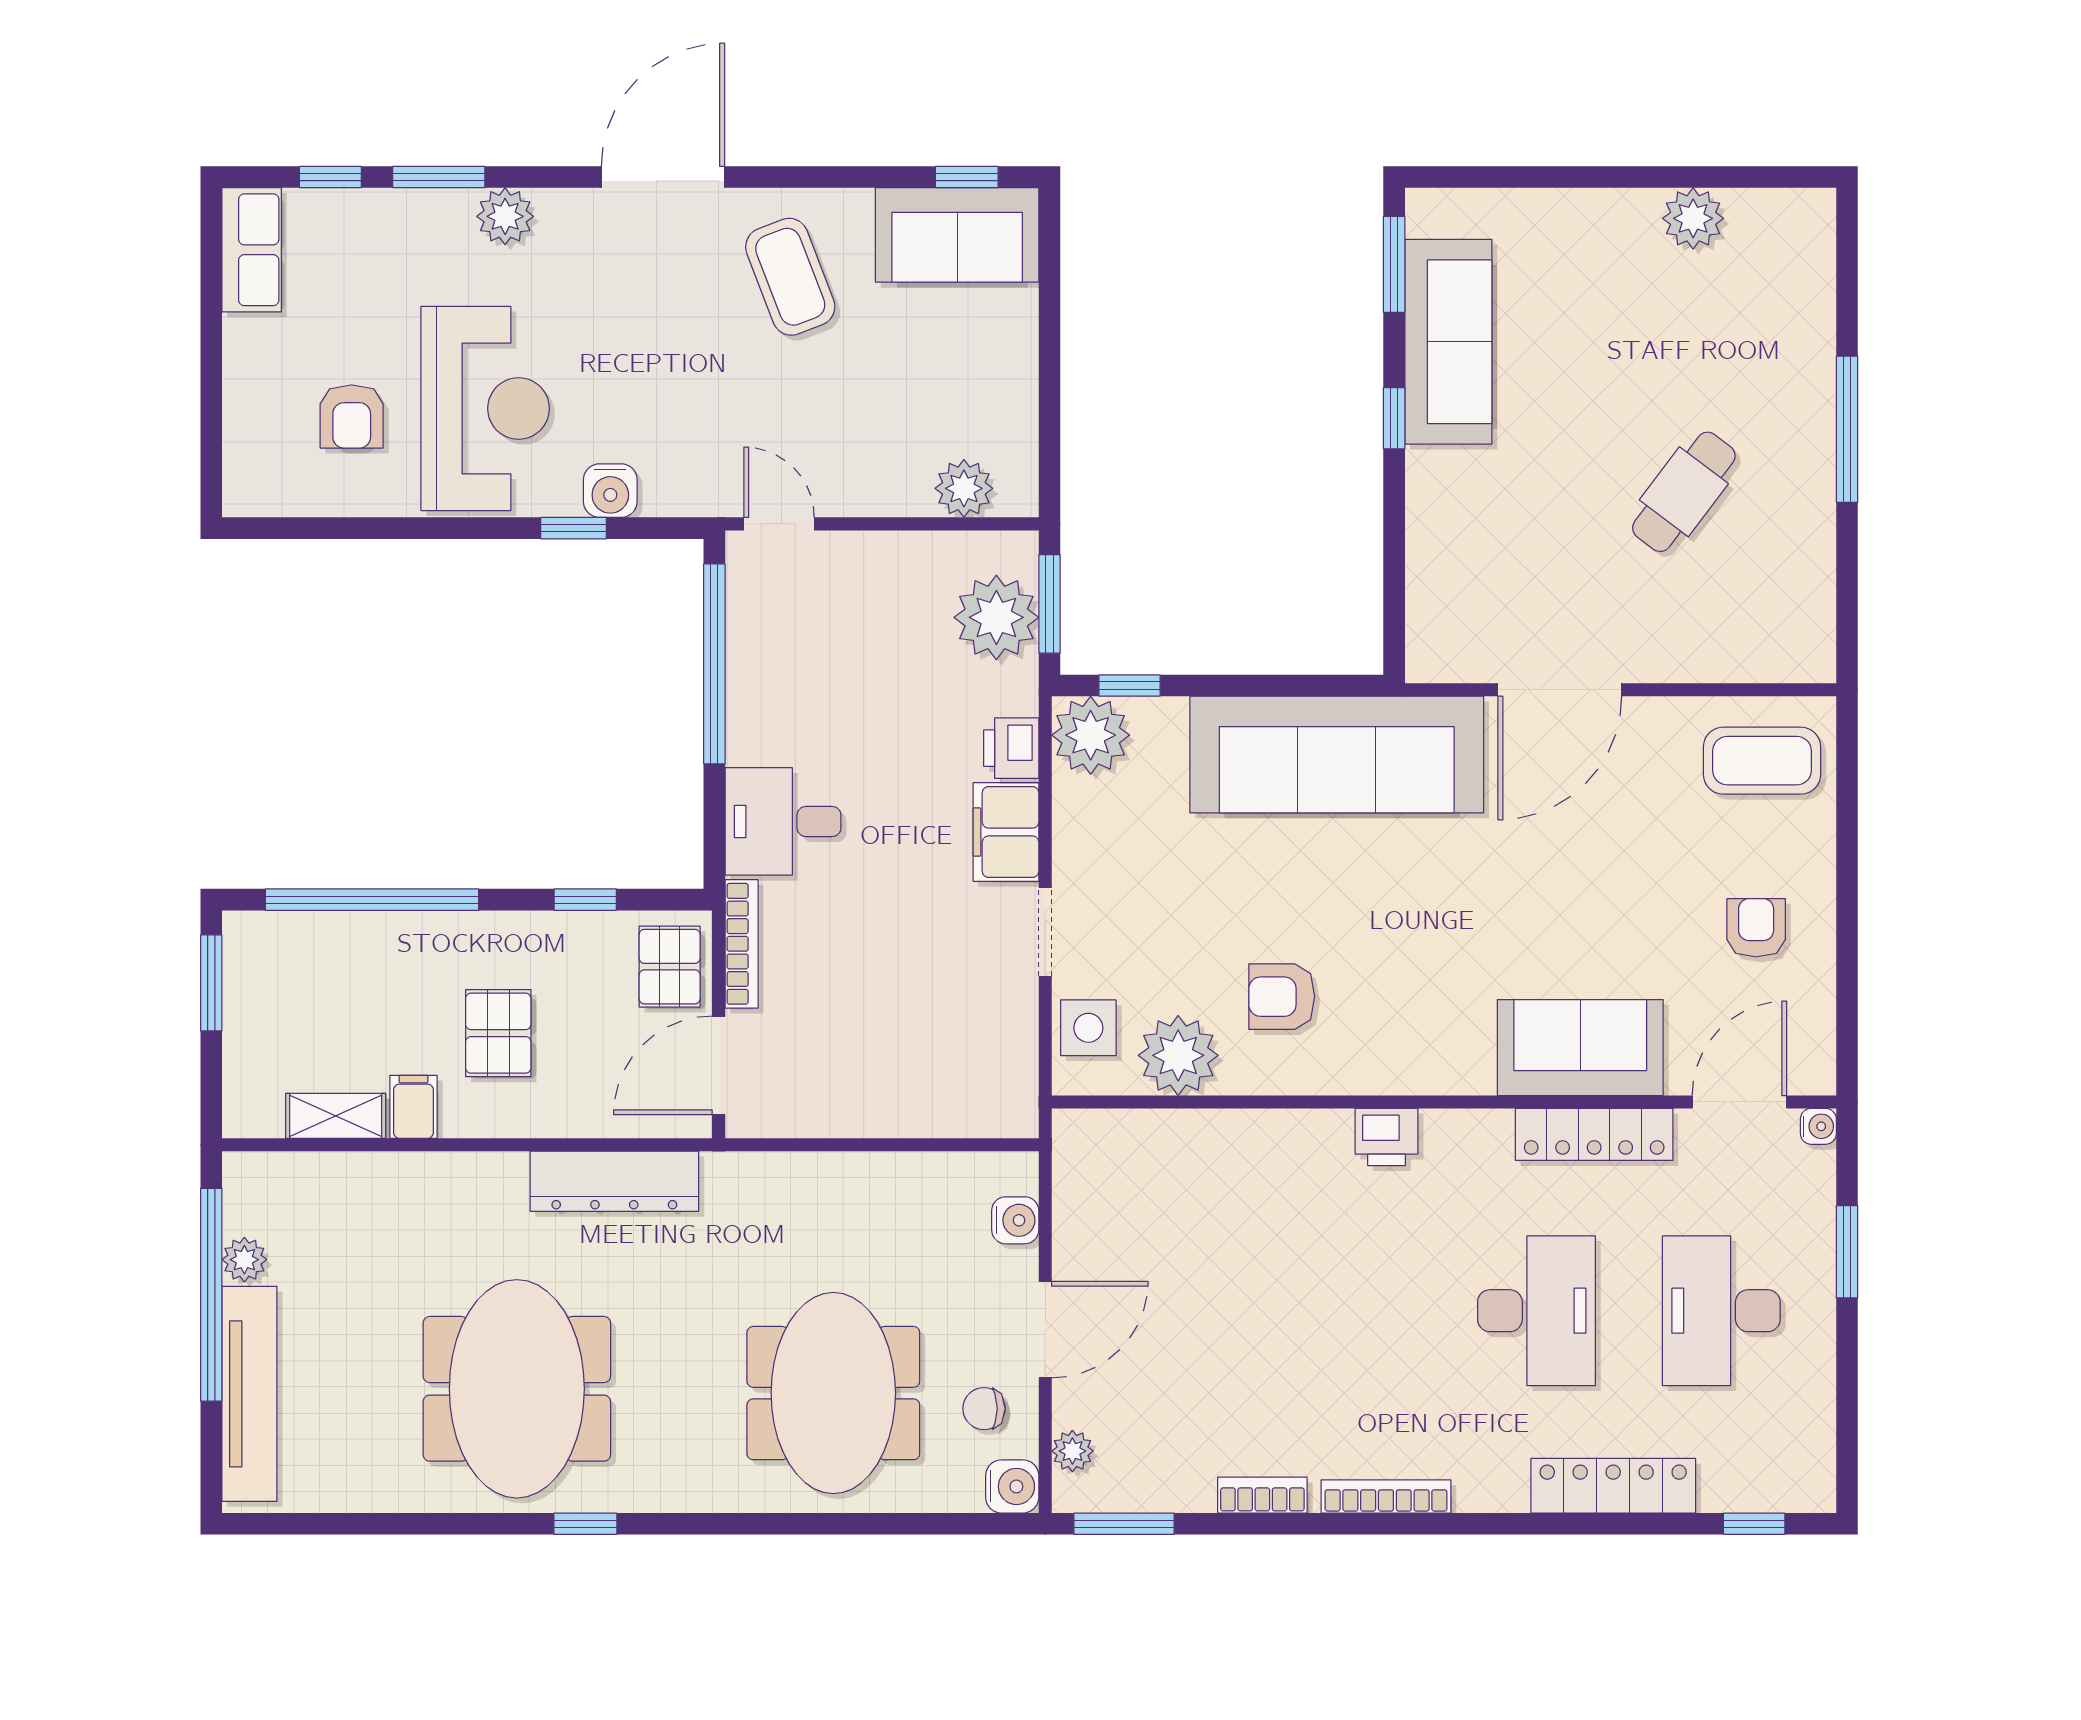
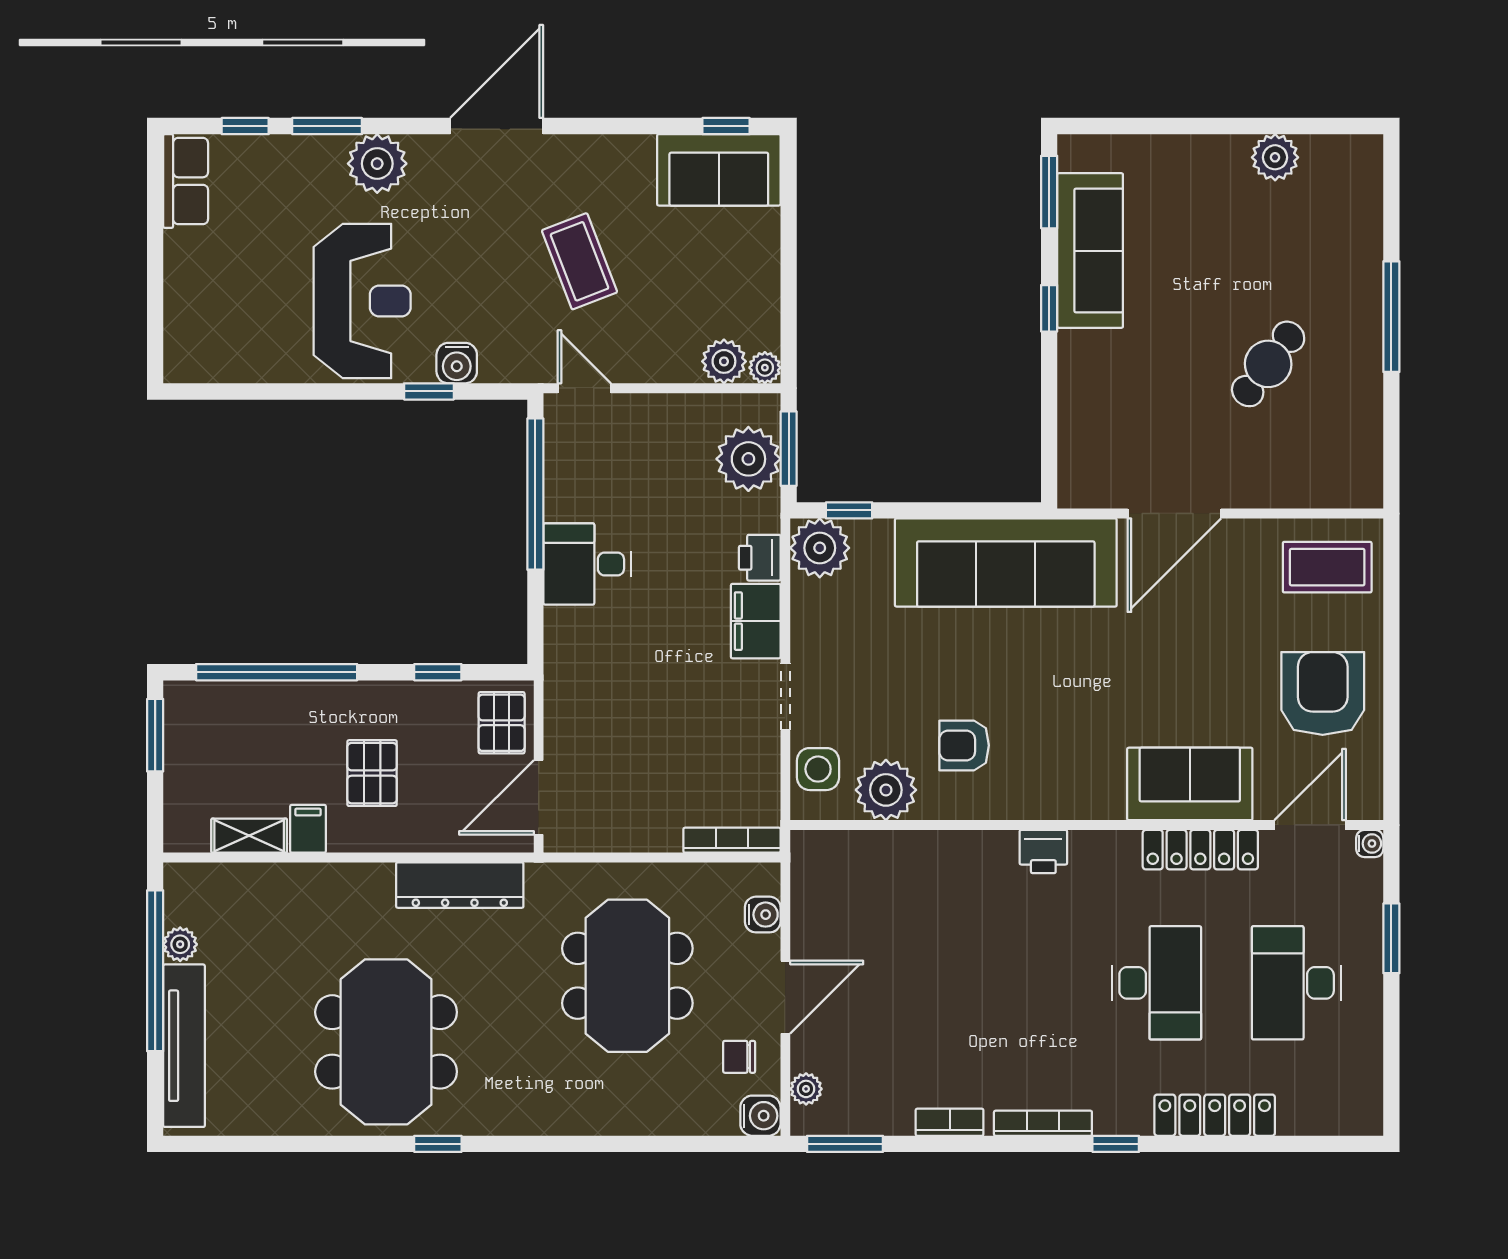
plant: (505, 216) -> (377, 164), width x1.36, depth x1.36
coffee table: (790, 277) -> (580, 261), moved
armchair: (352, 417) -> (261, 307), removed
plant: (1018, 497) -> (765, 368), added
desk: (783, 821) -> (587, 564), moved
armchair: (1756, 928) -> (1323, 693), width x1.88, depth x1.88
bookcase: (742, 944) -> (732, 840), moved, turned -90
meeting table: (833, 1393) -> (627, 976), moved
window: (1754, 1524) -> (1116, 1144), moved

